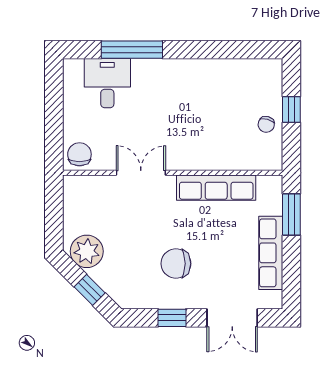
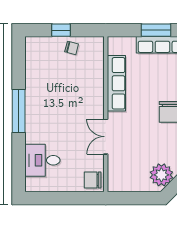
window: (132, 50) -> (19, 111), moved
window: (291, 215) -> (156, 30), moved

